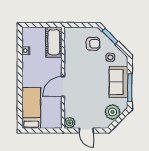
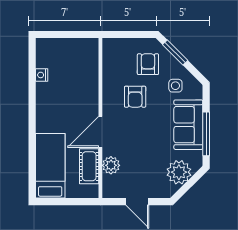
cot: (54, 42) -> (89, 166), moved, width x0.73, depth x0.75
armchair: (93, 44) -> (148, 64), turned -90
armchair: (85, 64) -> (135, 97), added
plant: (70, 123) -> (111, 165), moved

